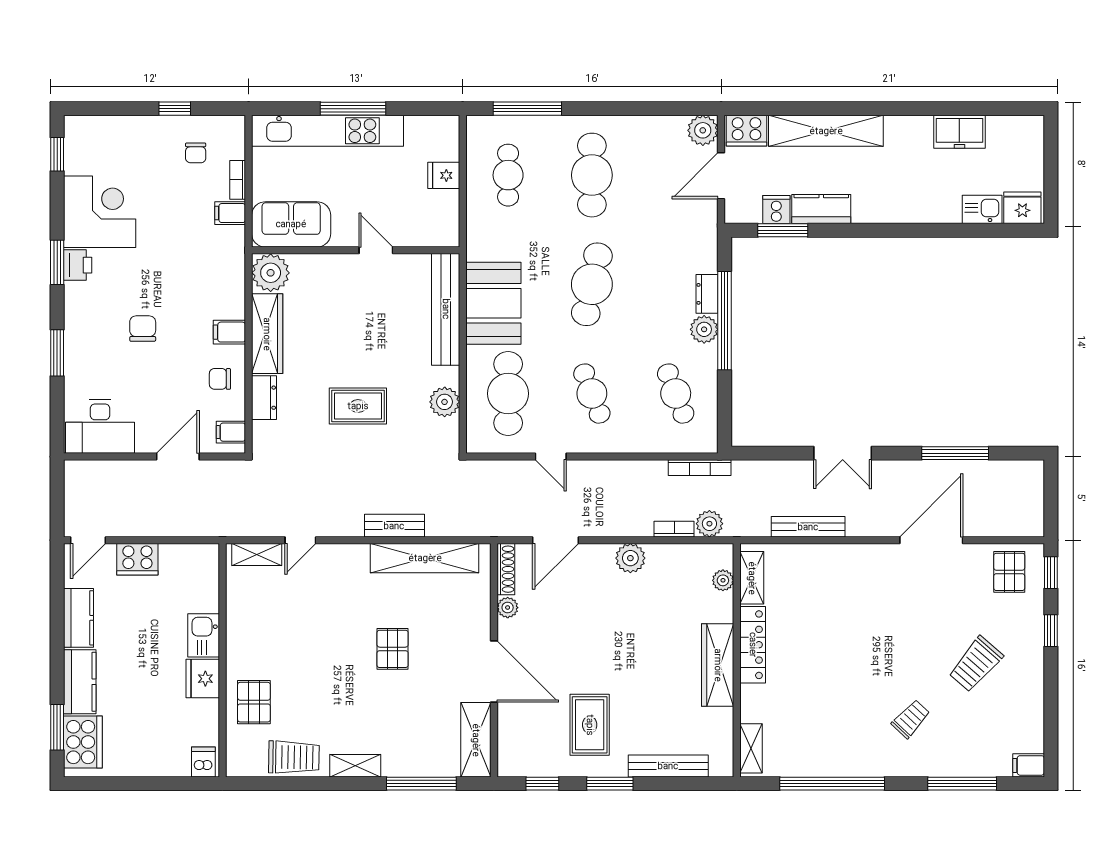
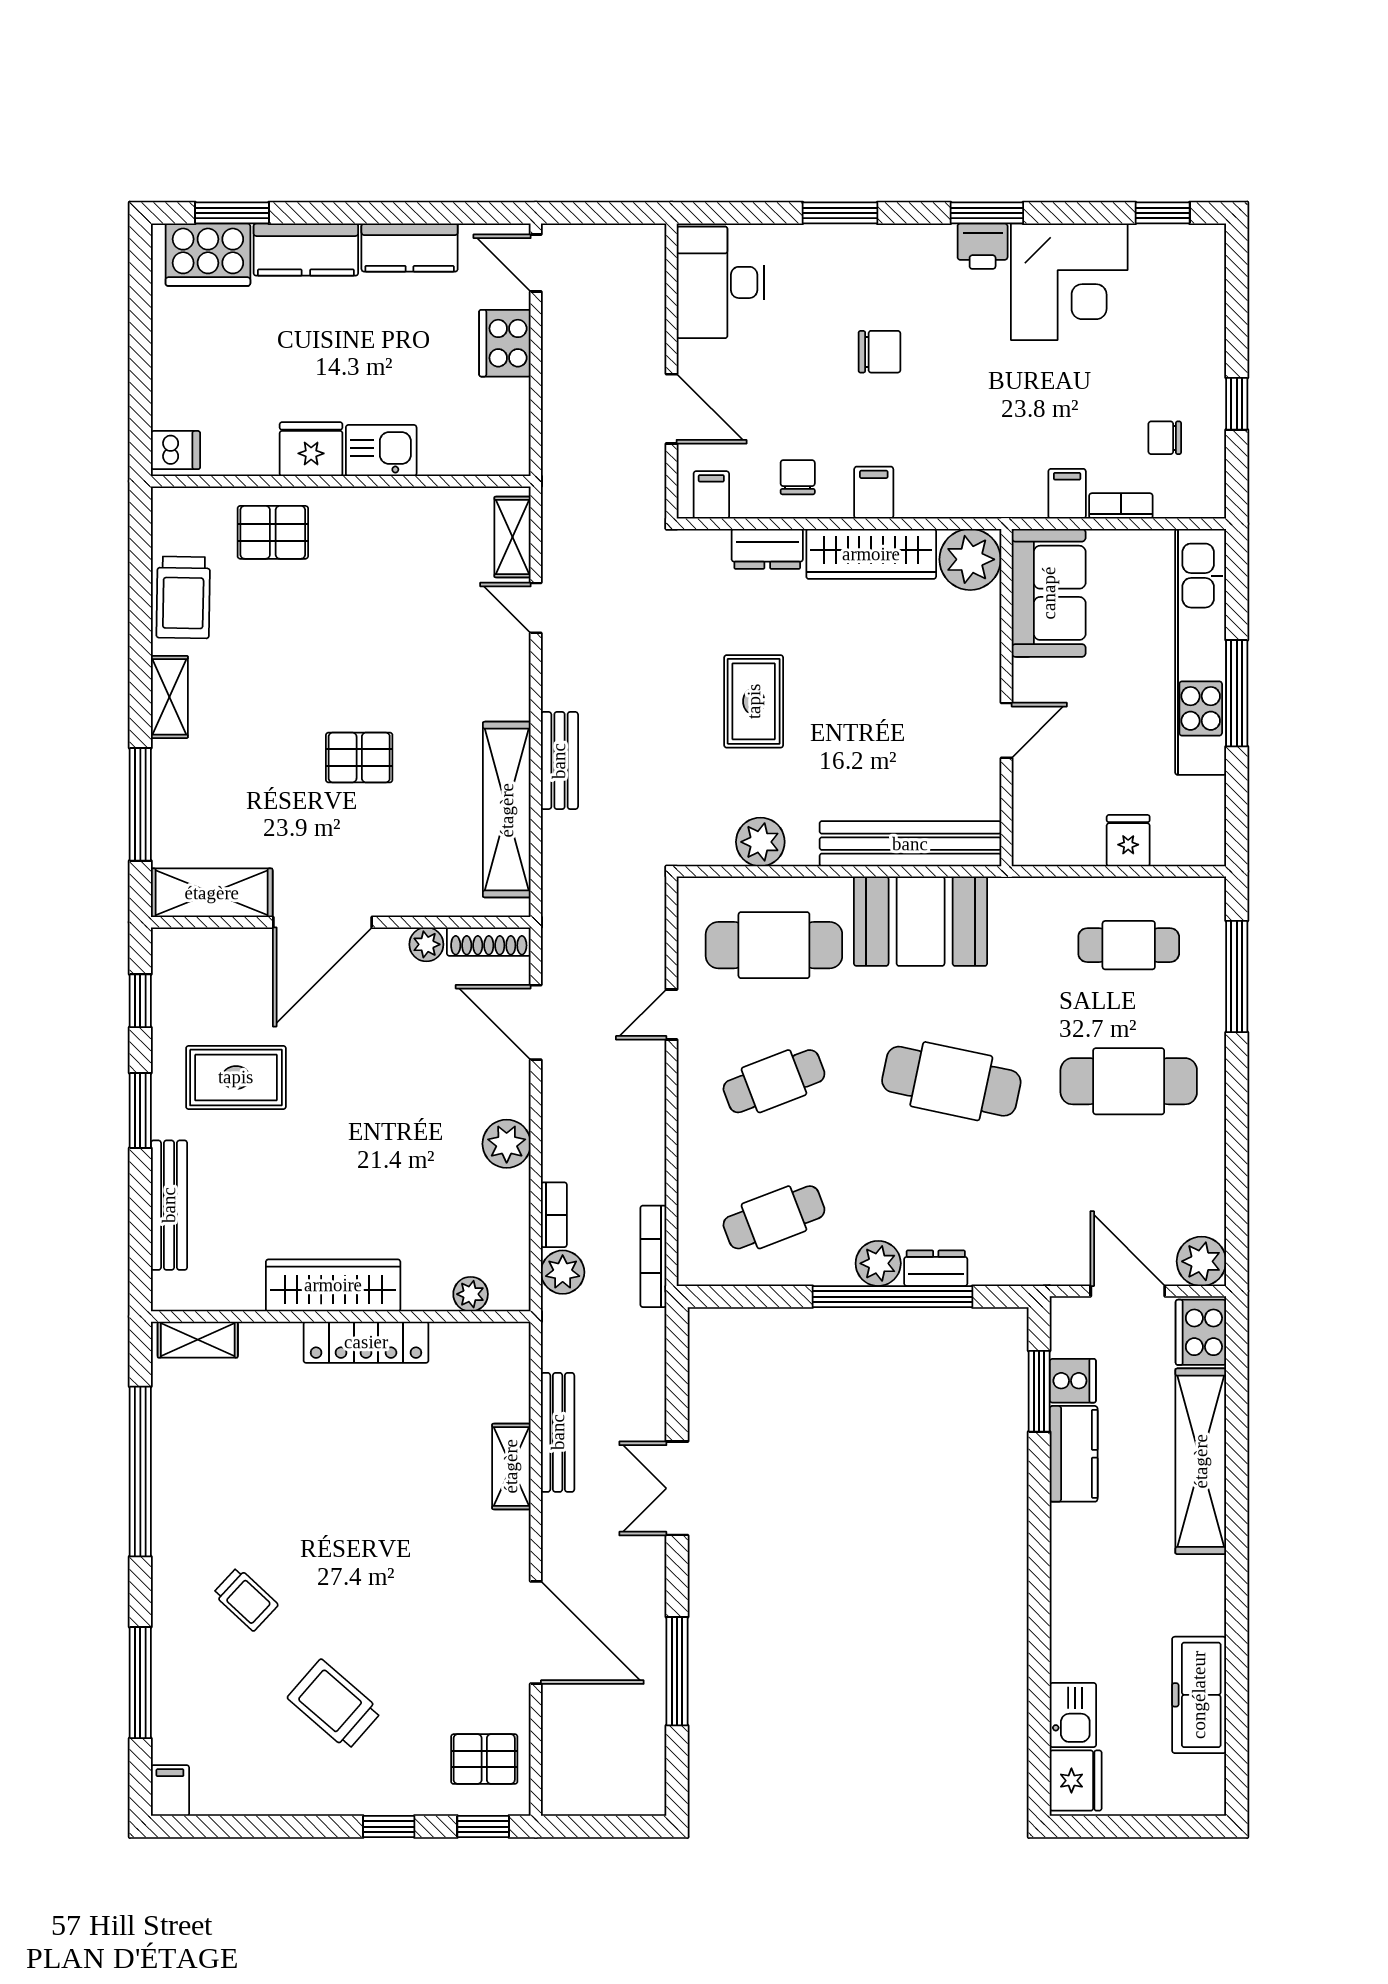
freezer: (959, 132) -> (1199, 1695), width x1.40
shelving: (752, 578) -> (511, 1466), moved, turned 90

